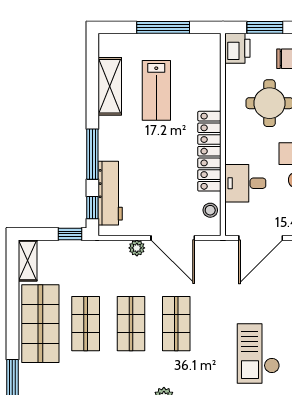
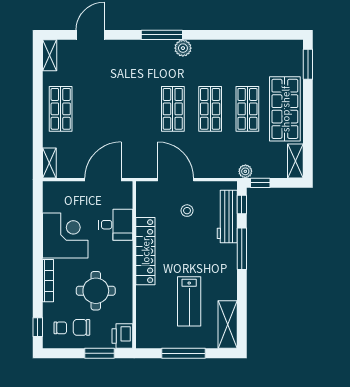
shelving: (110, 86) -> (228, 325), moved
lab bench: (156, 90) -> (189, 301), turned 180
stool: (210, 210) -> (187, 211), moved
plant: (137, 248) -> (245, 171), moved
checkout: (258, 354) -> (105, 84), removed

